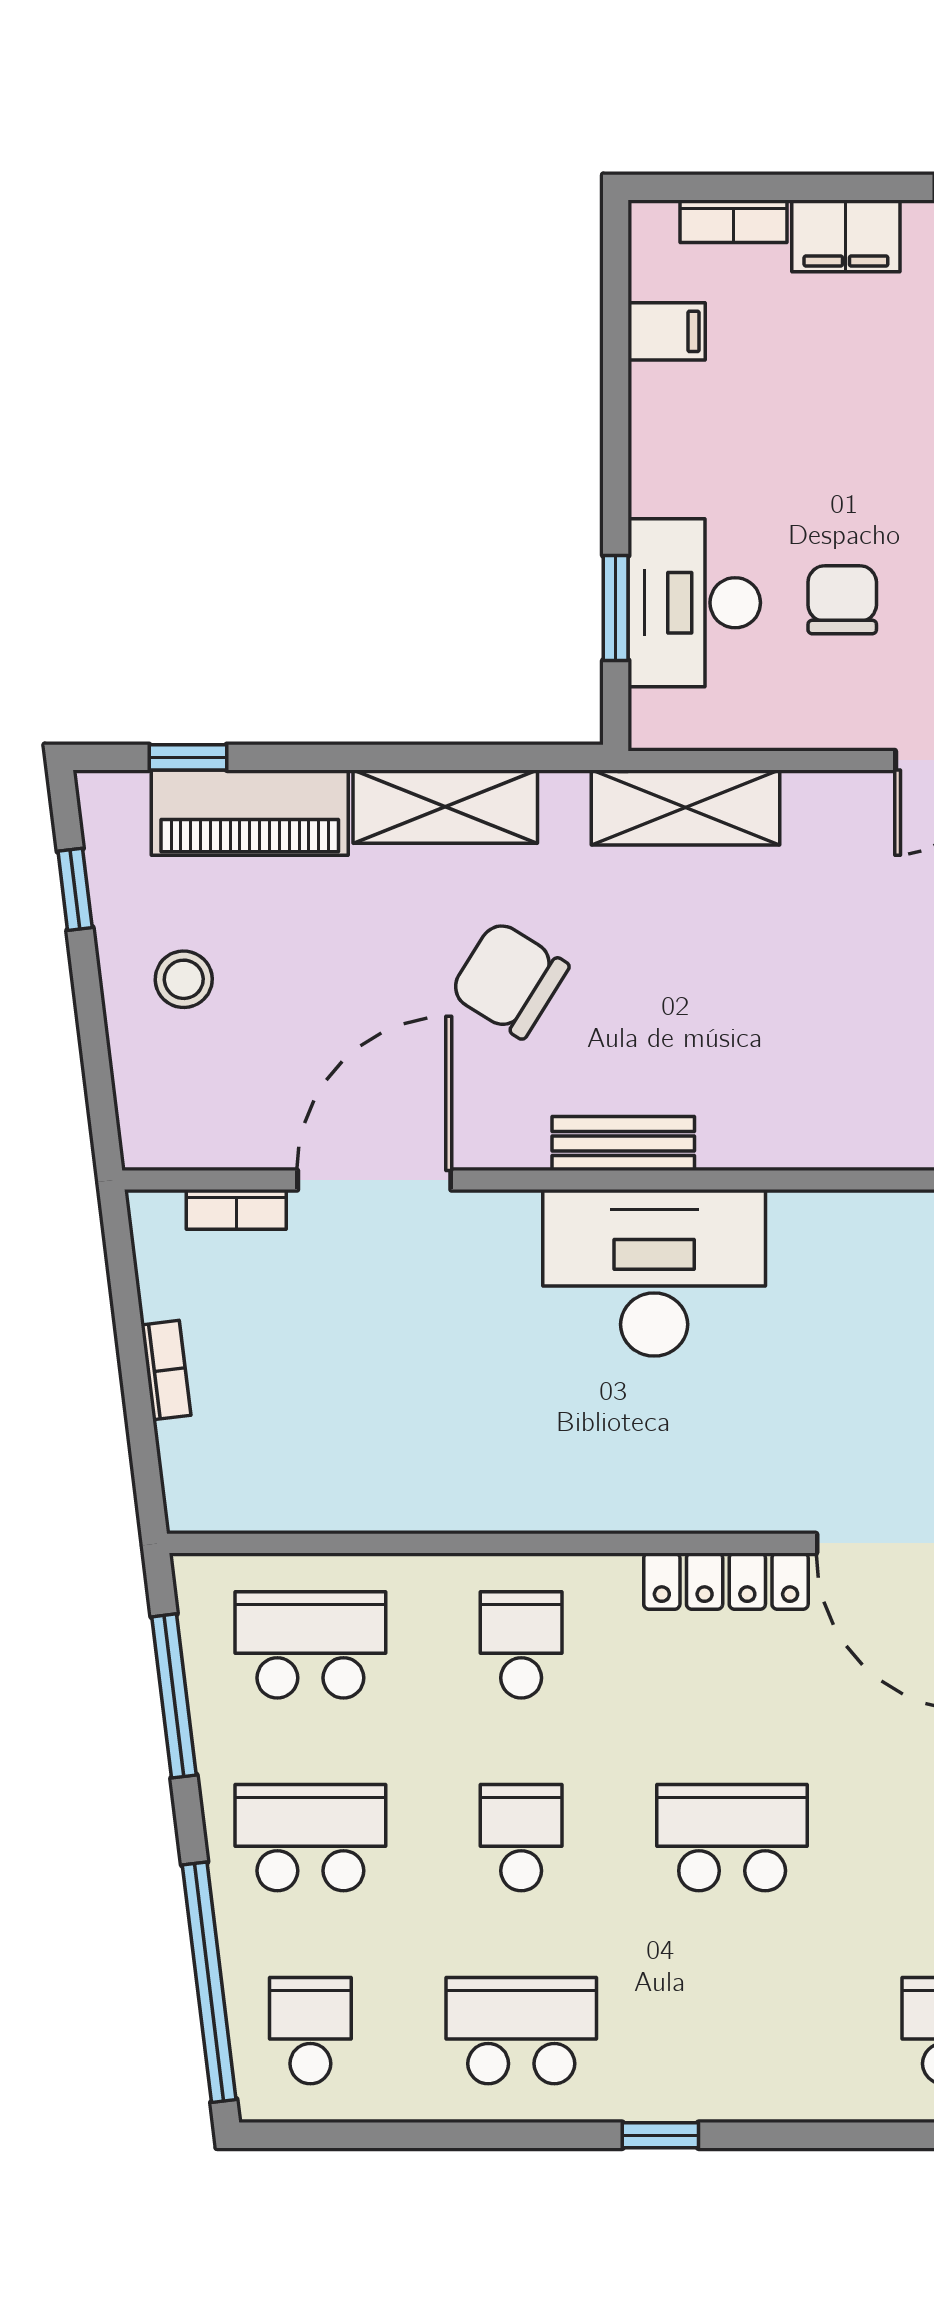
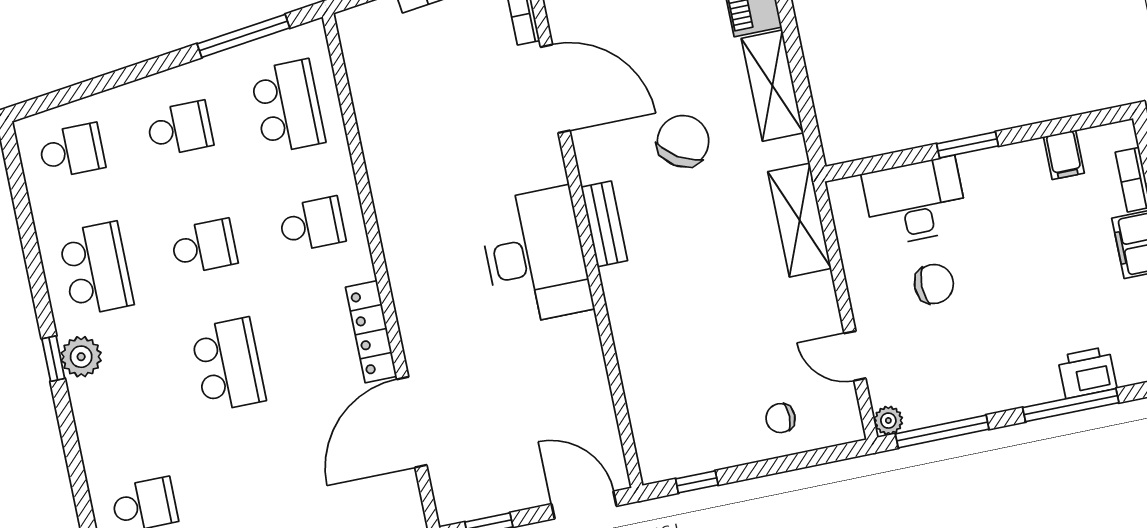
window: (616, 608) -> (967, 145), moved
school desk: (310, 1838) -> (180, 129), width x0.54
window: (209, 1982) -> (87, 88), removed
plant: (667, 2087) -> (81, 357), added

